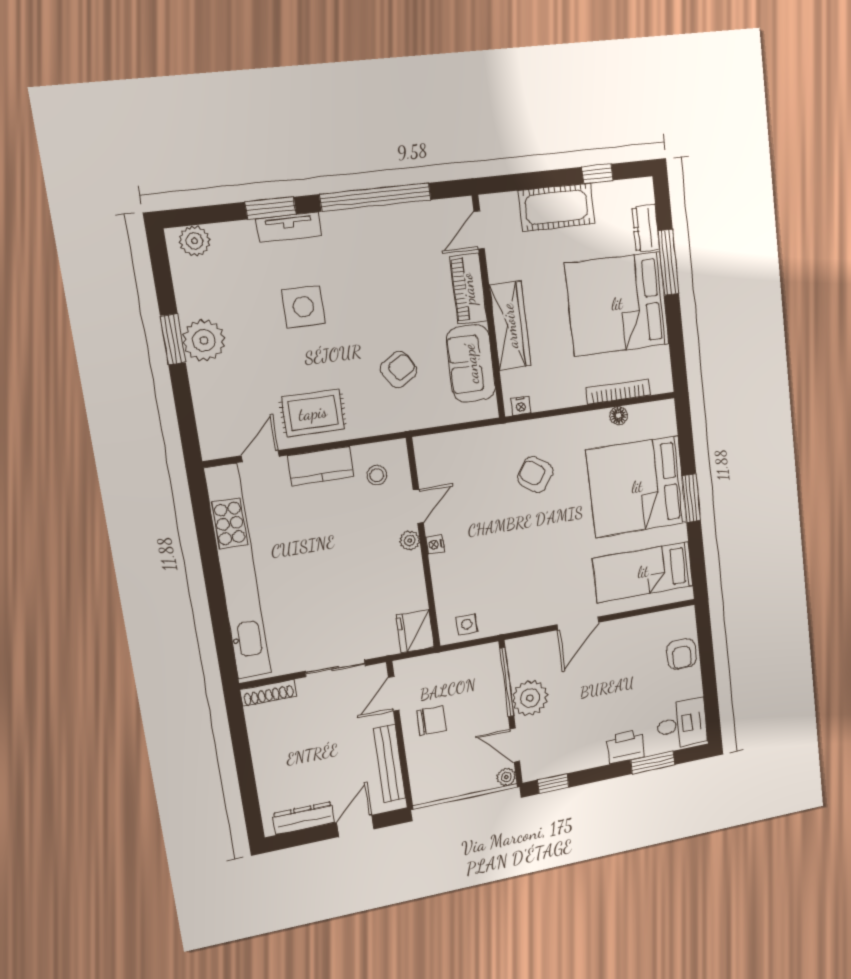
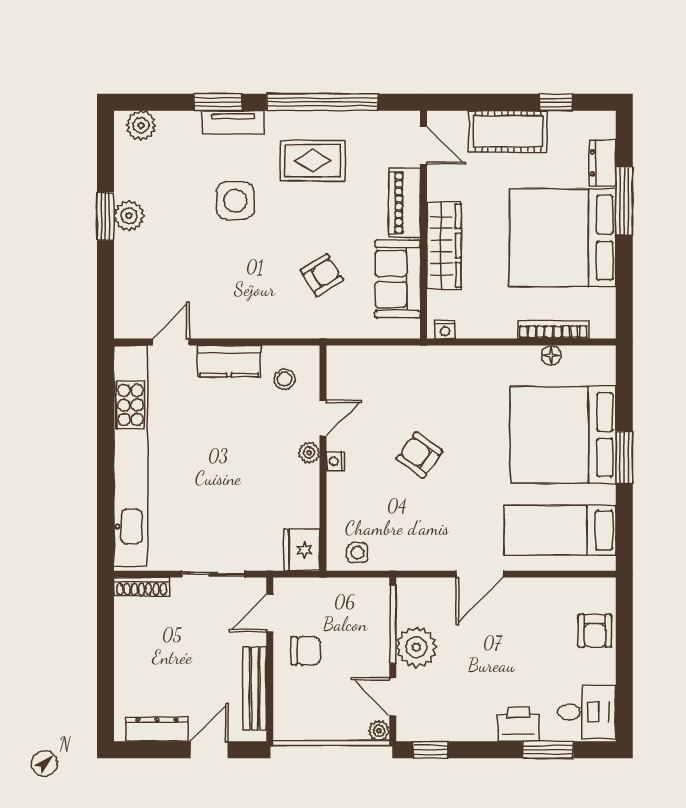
door: (479, 230) -> (424, 145), swing flipped
plant: (204, 340) -> (129, 216), width x0.73, depth x0.73
rug: (313, 413) -> (313, 161), moved
armchair: (535, 475) -> (419, 455), moved

